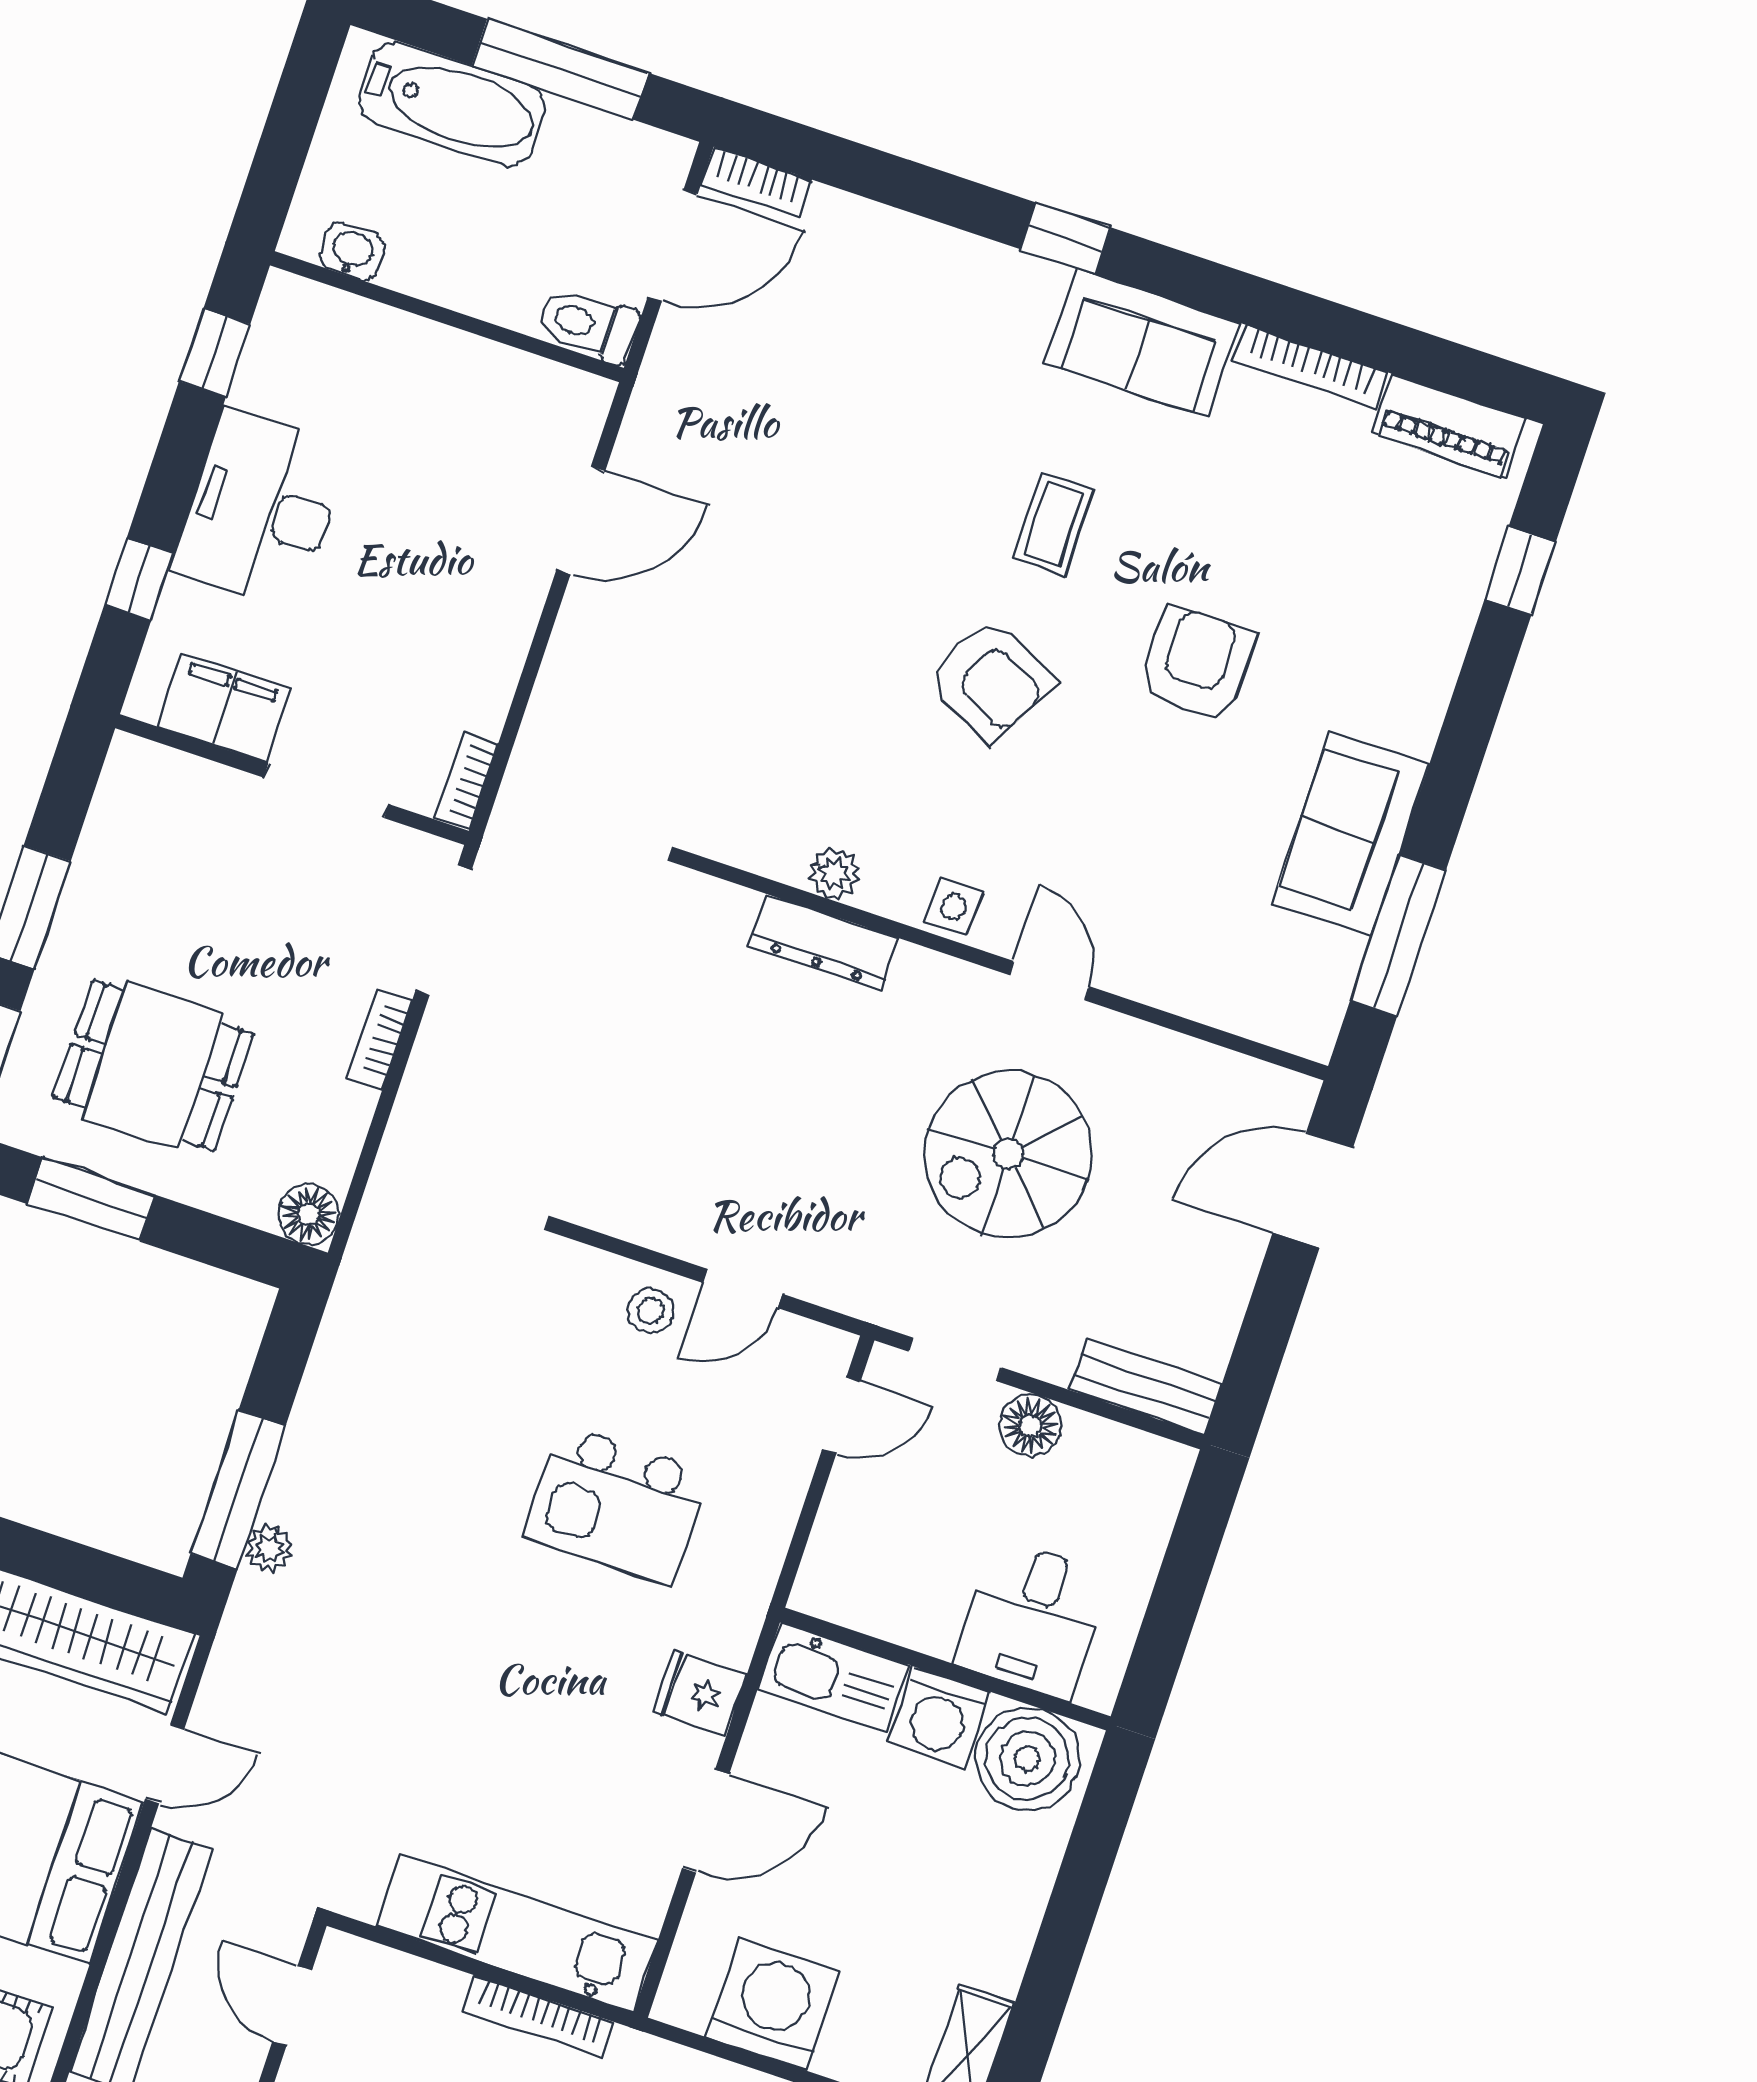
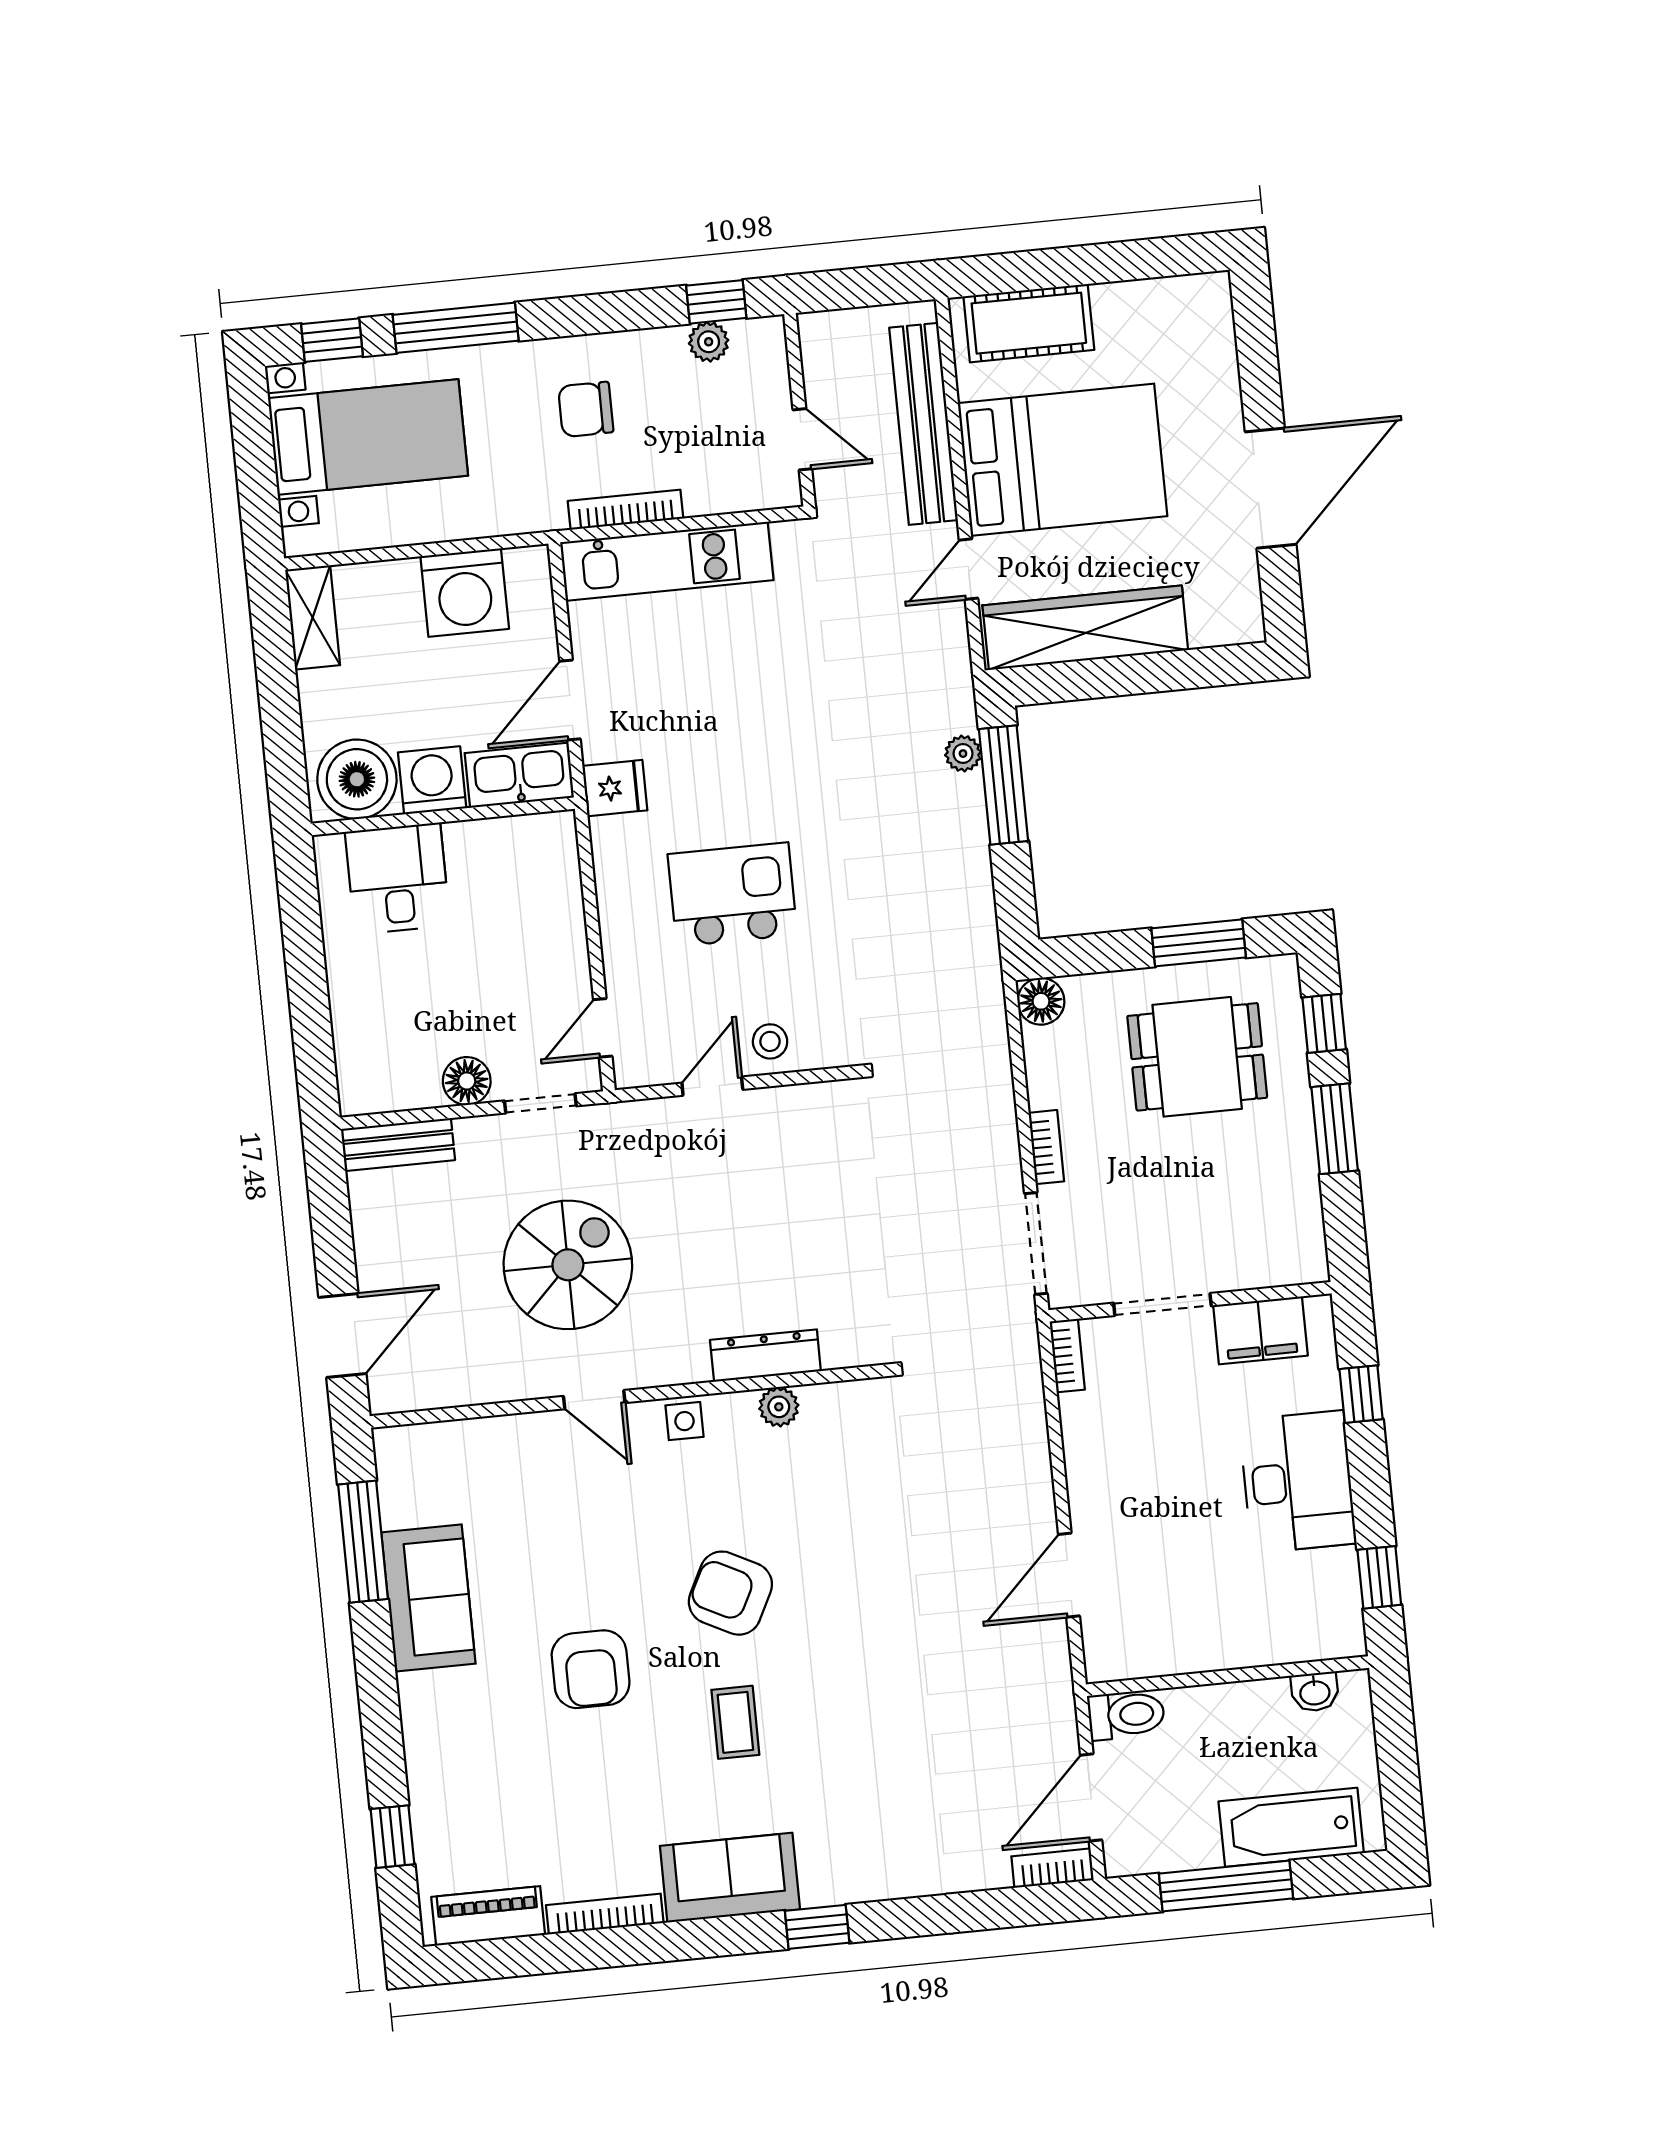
desk: (1032, 1619) -> (397, 879), moved
wall: (945, 1669) -> (443, 816), moved
kitchen sink: (833, 1677) -> (519, 775), moved
washing machine: (939, 1717) -> (432, 780), moved
boiler: (1027, 1758) -> (357, 779), moved

